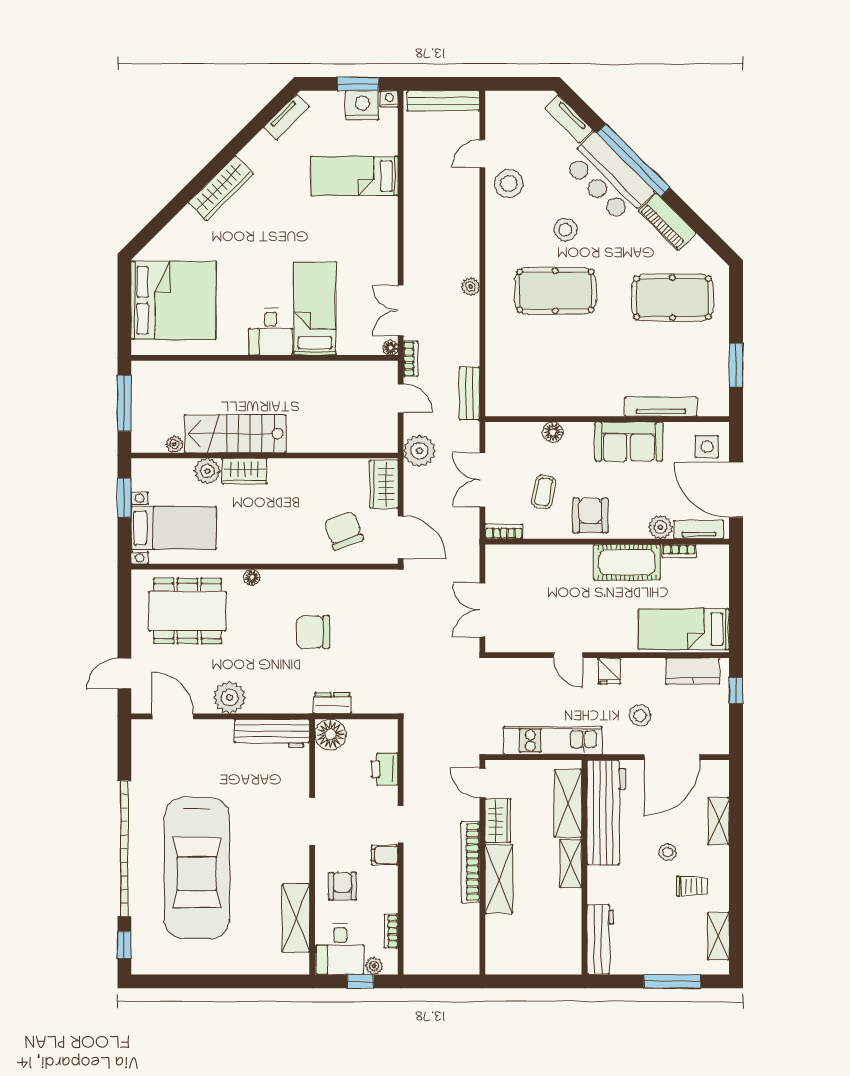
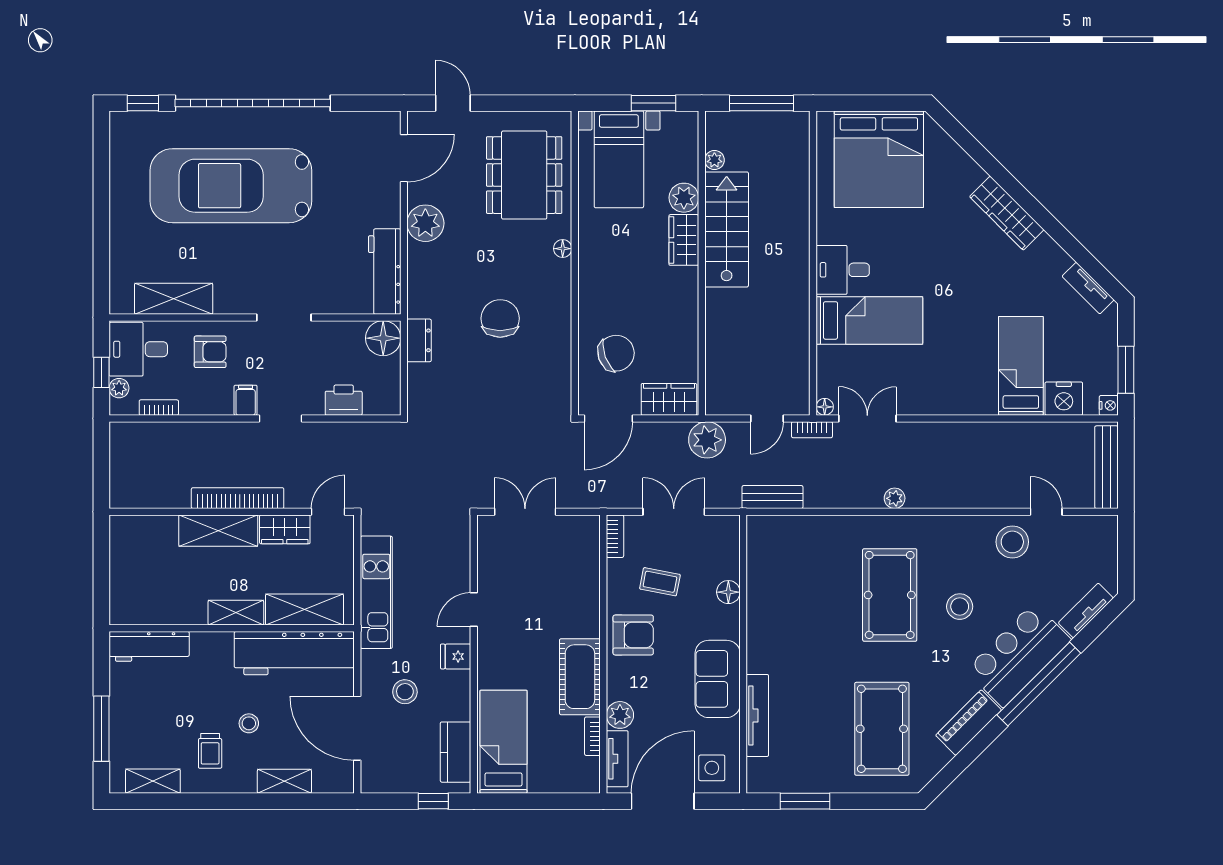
nightstand: (362, 105) -> (1064, 399), moved, turned 90

